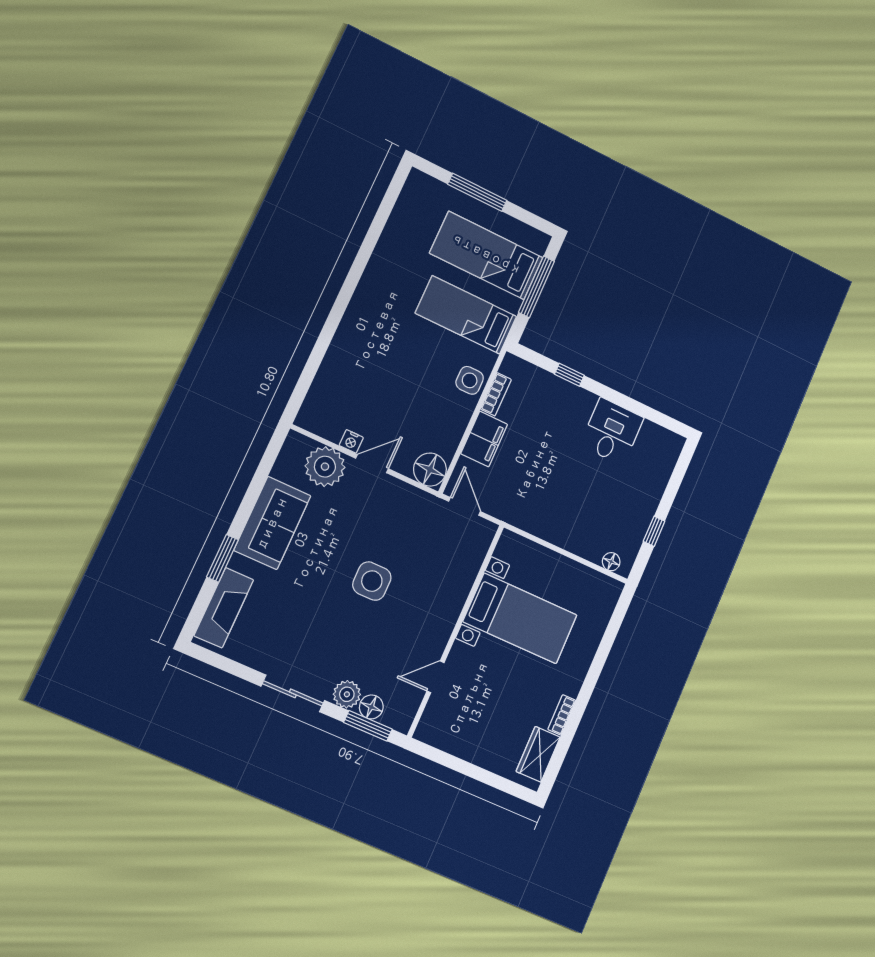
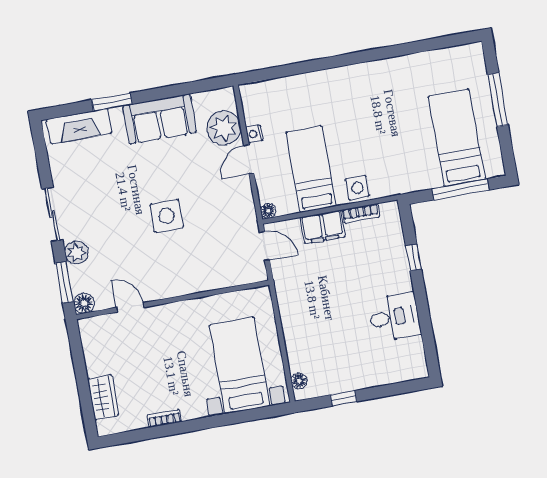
bed: (466, 315) -> (311, 169), moved
door: (372, 464) -> (249, 159), swing flipped
floor lamp: (430, 470) -> (268, 211), width x0.53, depth x0.53
door: (465, 506) -> (265, 246), hinge flipped
bed with nightstands: (520, 618) -> (240, 365), moved, turned 180
floor lamp: (371, 707) -> (84, 303), moved
wardrobe: (538, 754) -> (103, 397), moved, turned 90

